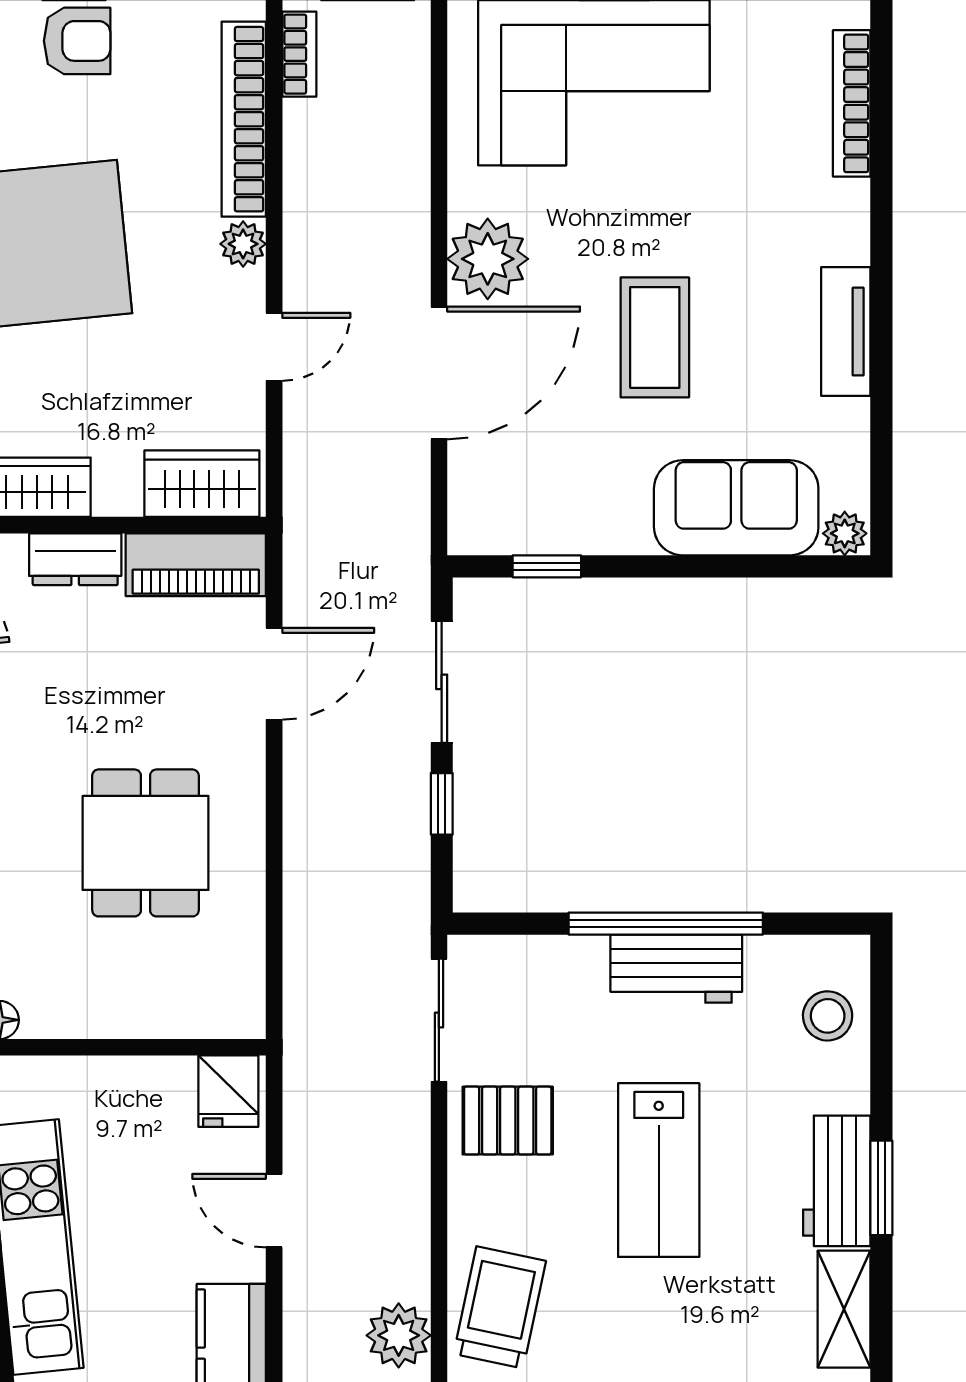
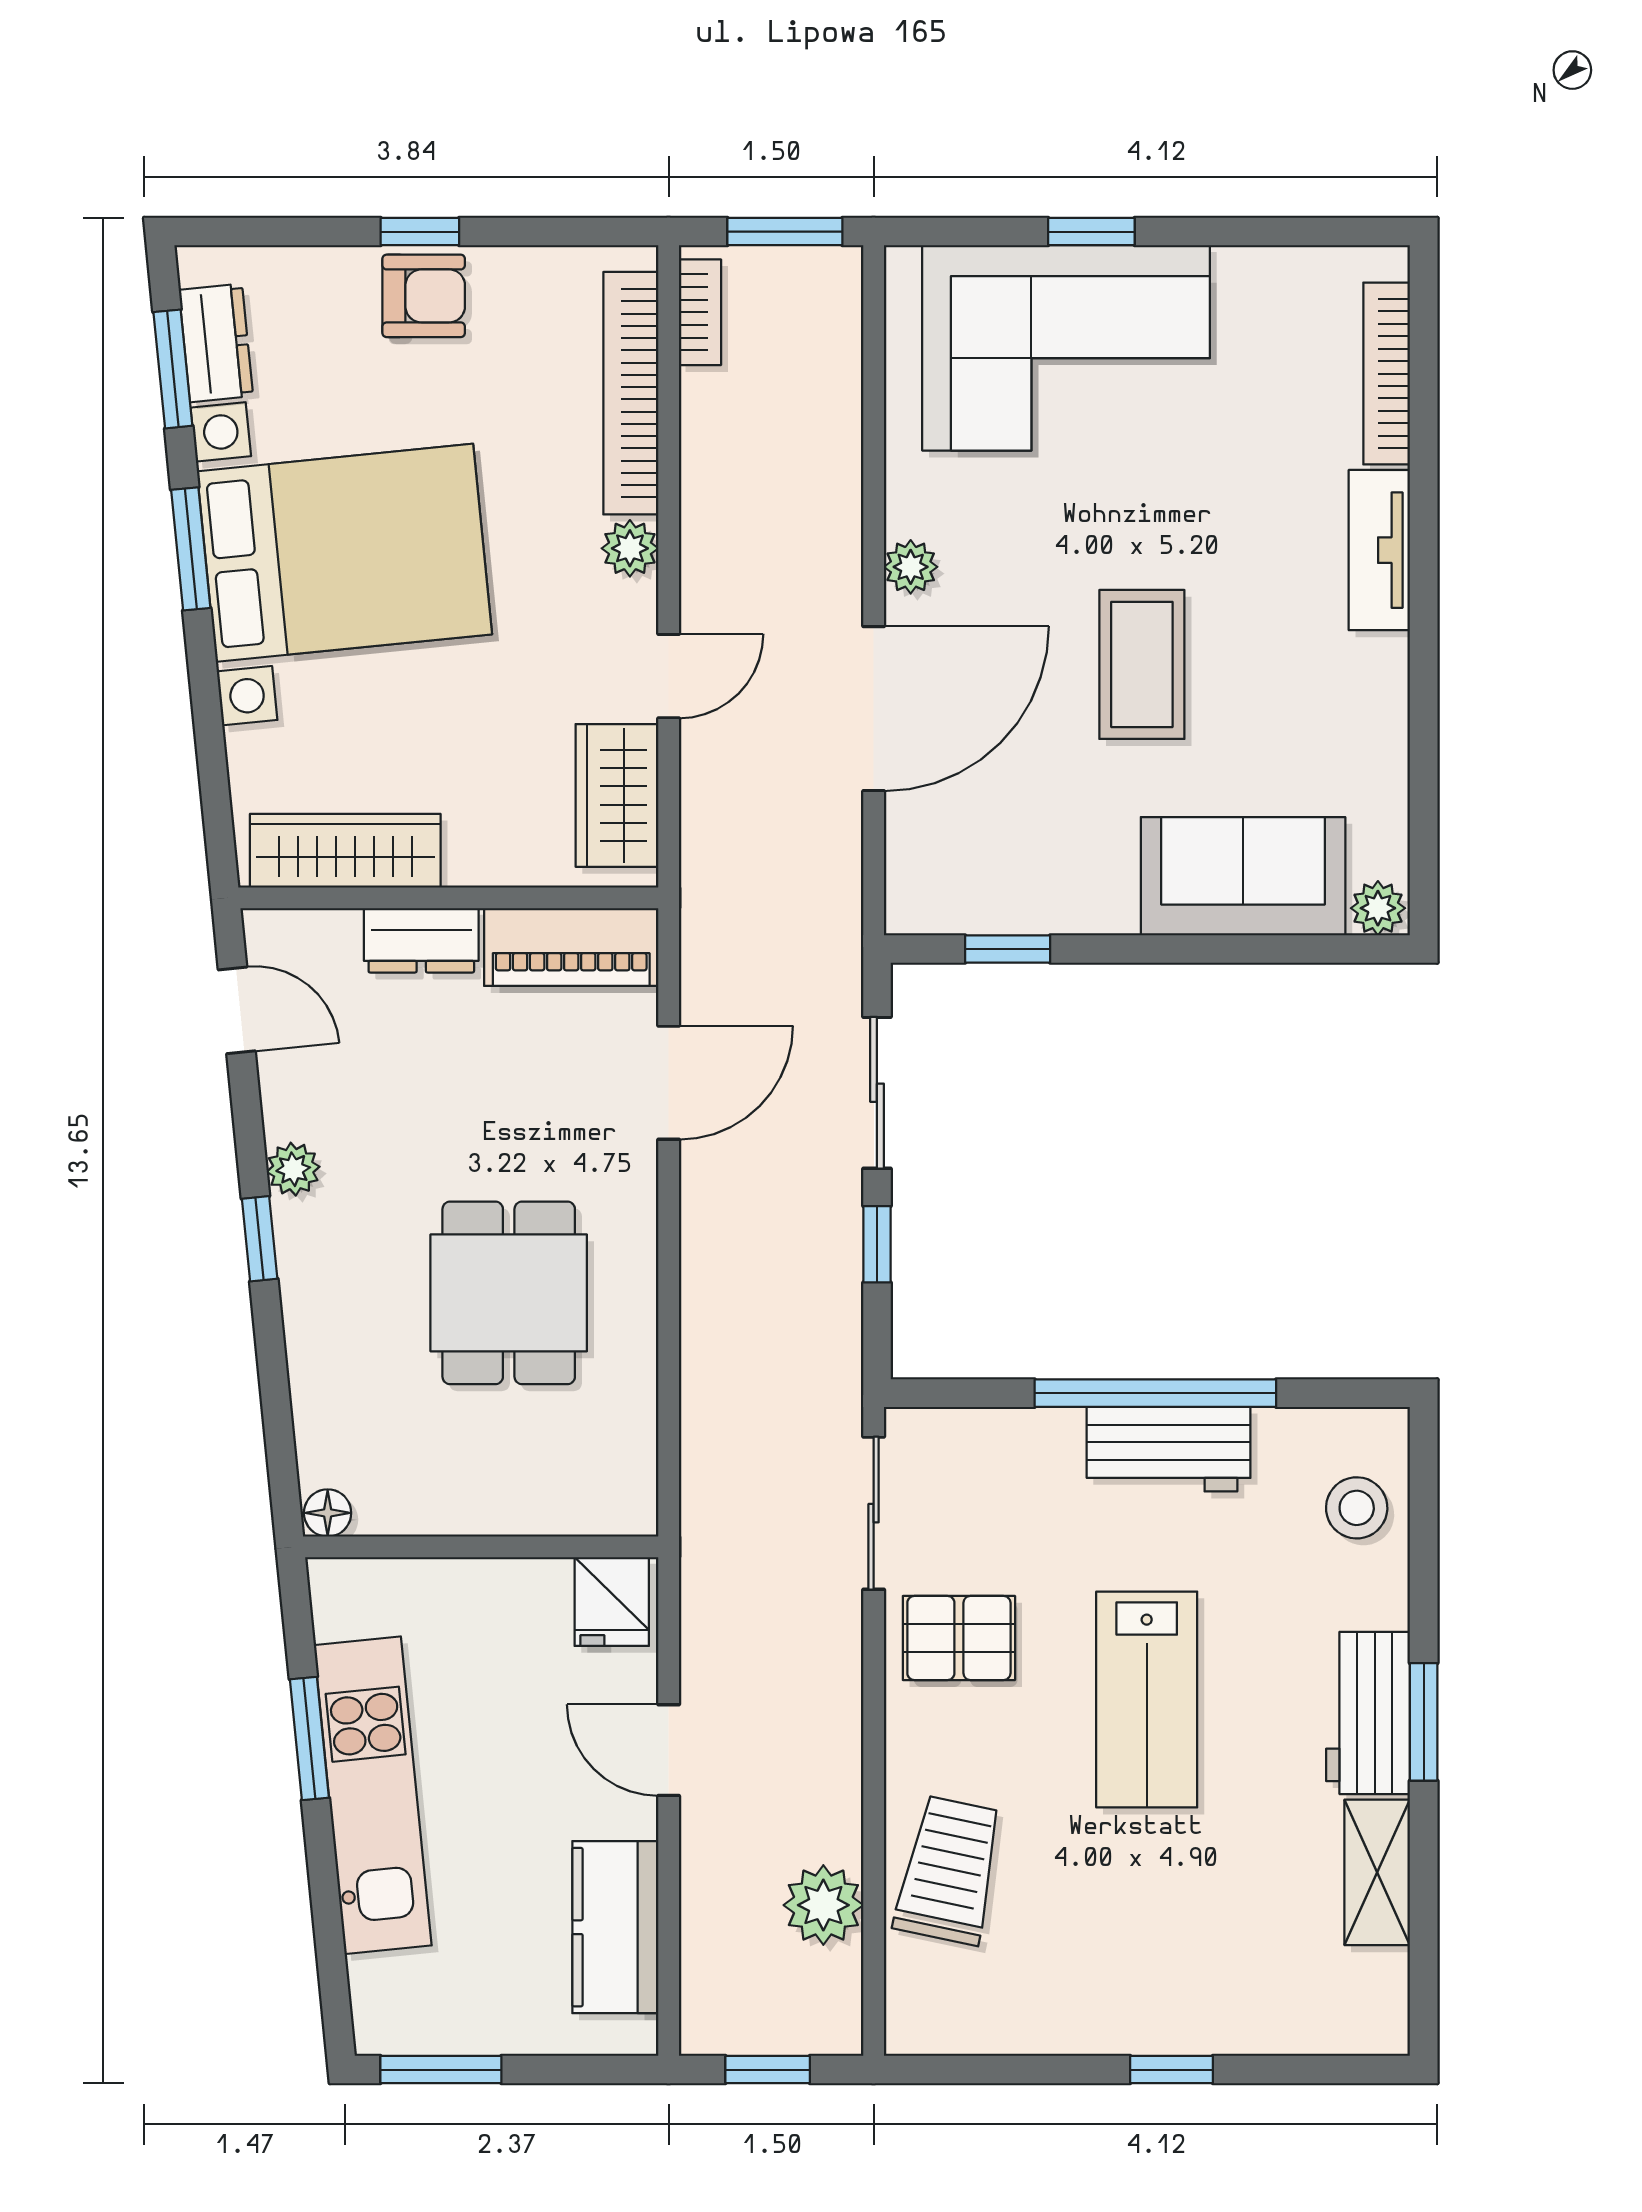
plant: (488, 259) -> (911, 567), width x0.53, depth x0.53
tv unit: (846, 332) -> (1379, 550), moved
wardrobe: (202, 484) -> (617, 795), moved, turned -90

